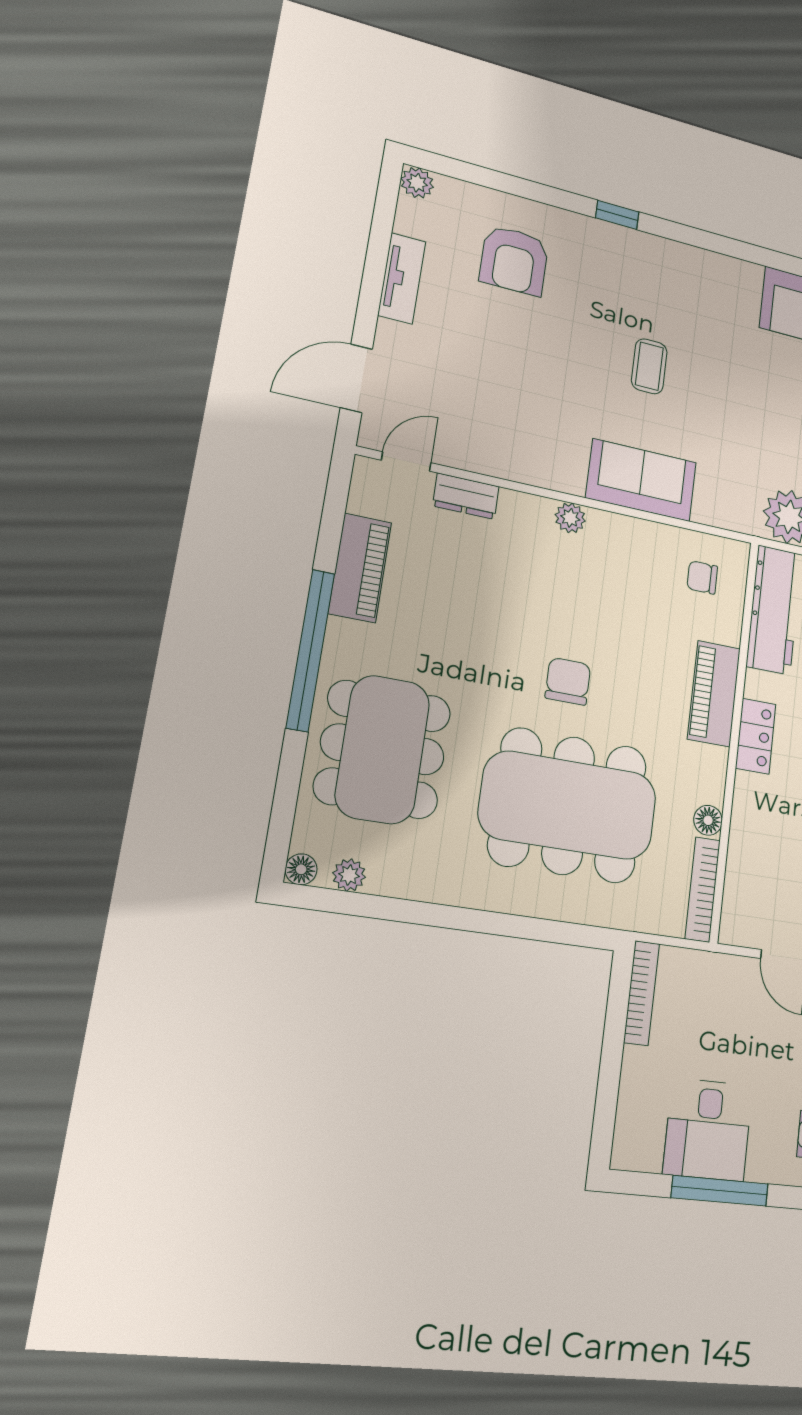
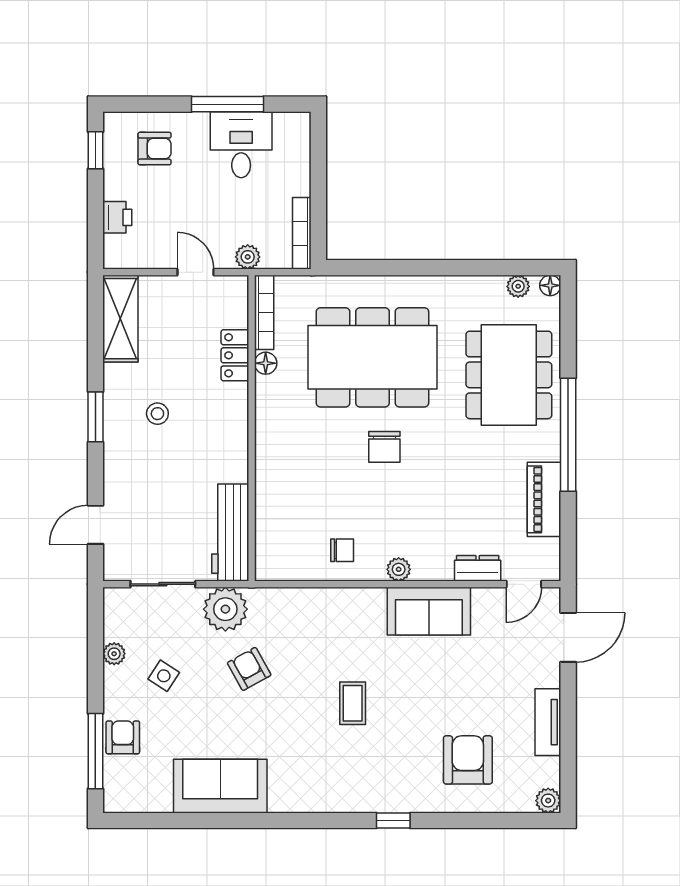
armchair: (769, 438) -> (249, 669), added
sofa: (641, 480) -> (429, 611), moved
chair: (702, 577) -> (342, 550), moved
piano: (714, 694) -> (272, 458), removed
locker: (756, 736) -> (235, 355), moved
plant: (716, 969) -> (248, 257), added

